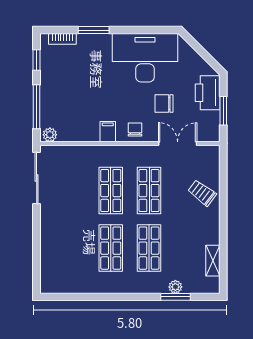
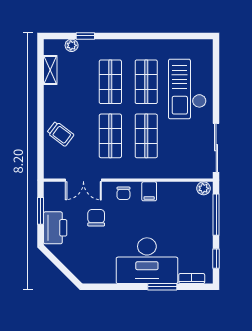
desk: (145, 58) -> (147, 261), moved
chair: (164, 103) -> (96, 218), turned -90
checkout: (67, 240) -> (187, 89), added
plant: (175, 287) -> (72, 45), moved
window: (175, 297) -> (85, 36), width x0.67

